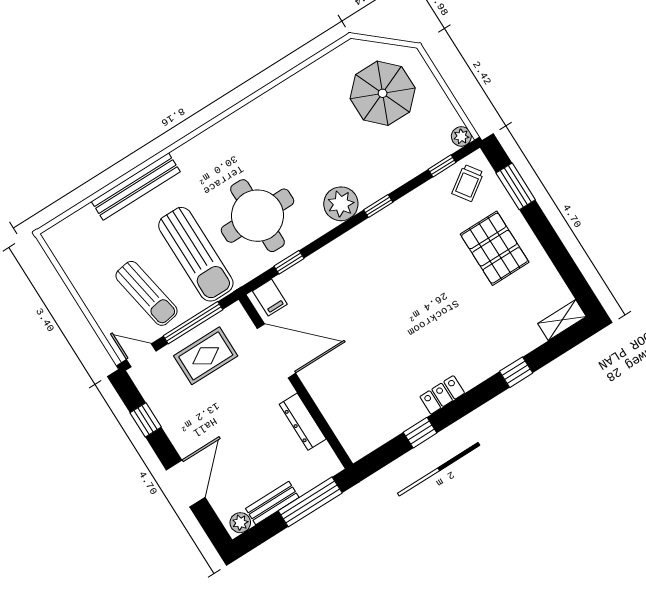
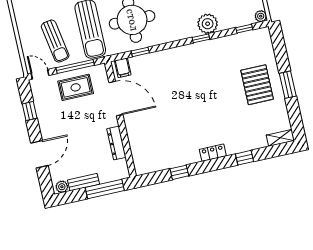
trolley: (468, 183) -> (255, 43), removed
window: (516, 186) -> (288, 85), moved
plant: (341, 204) -> (208, 24), moved
locker: (442, 395) -> (213, 153), moved

